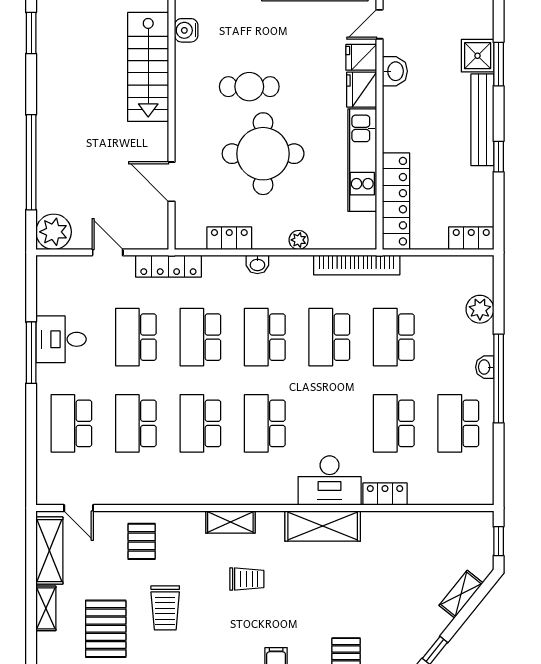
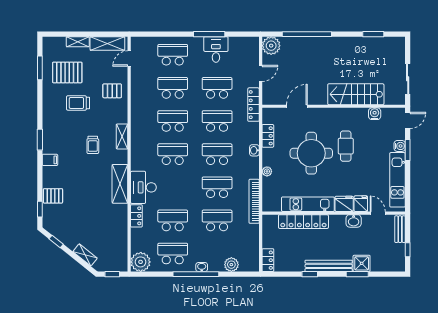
locker: (396, 201) -> (303, 222), moved
plant: (475, 486) -> (141, 262), added

